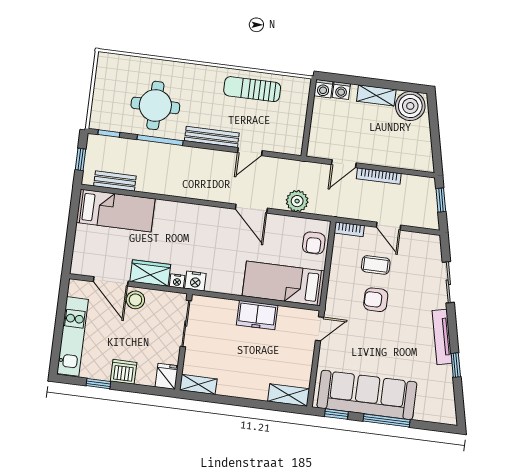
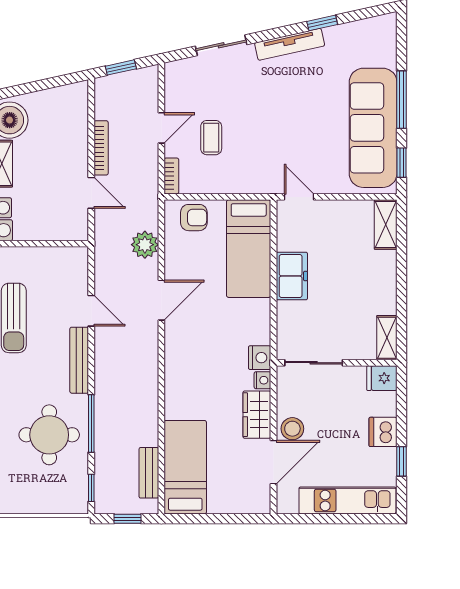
armchair: (376, 300) -> (254, 132), removed

